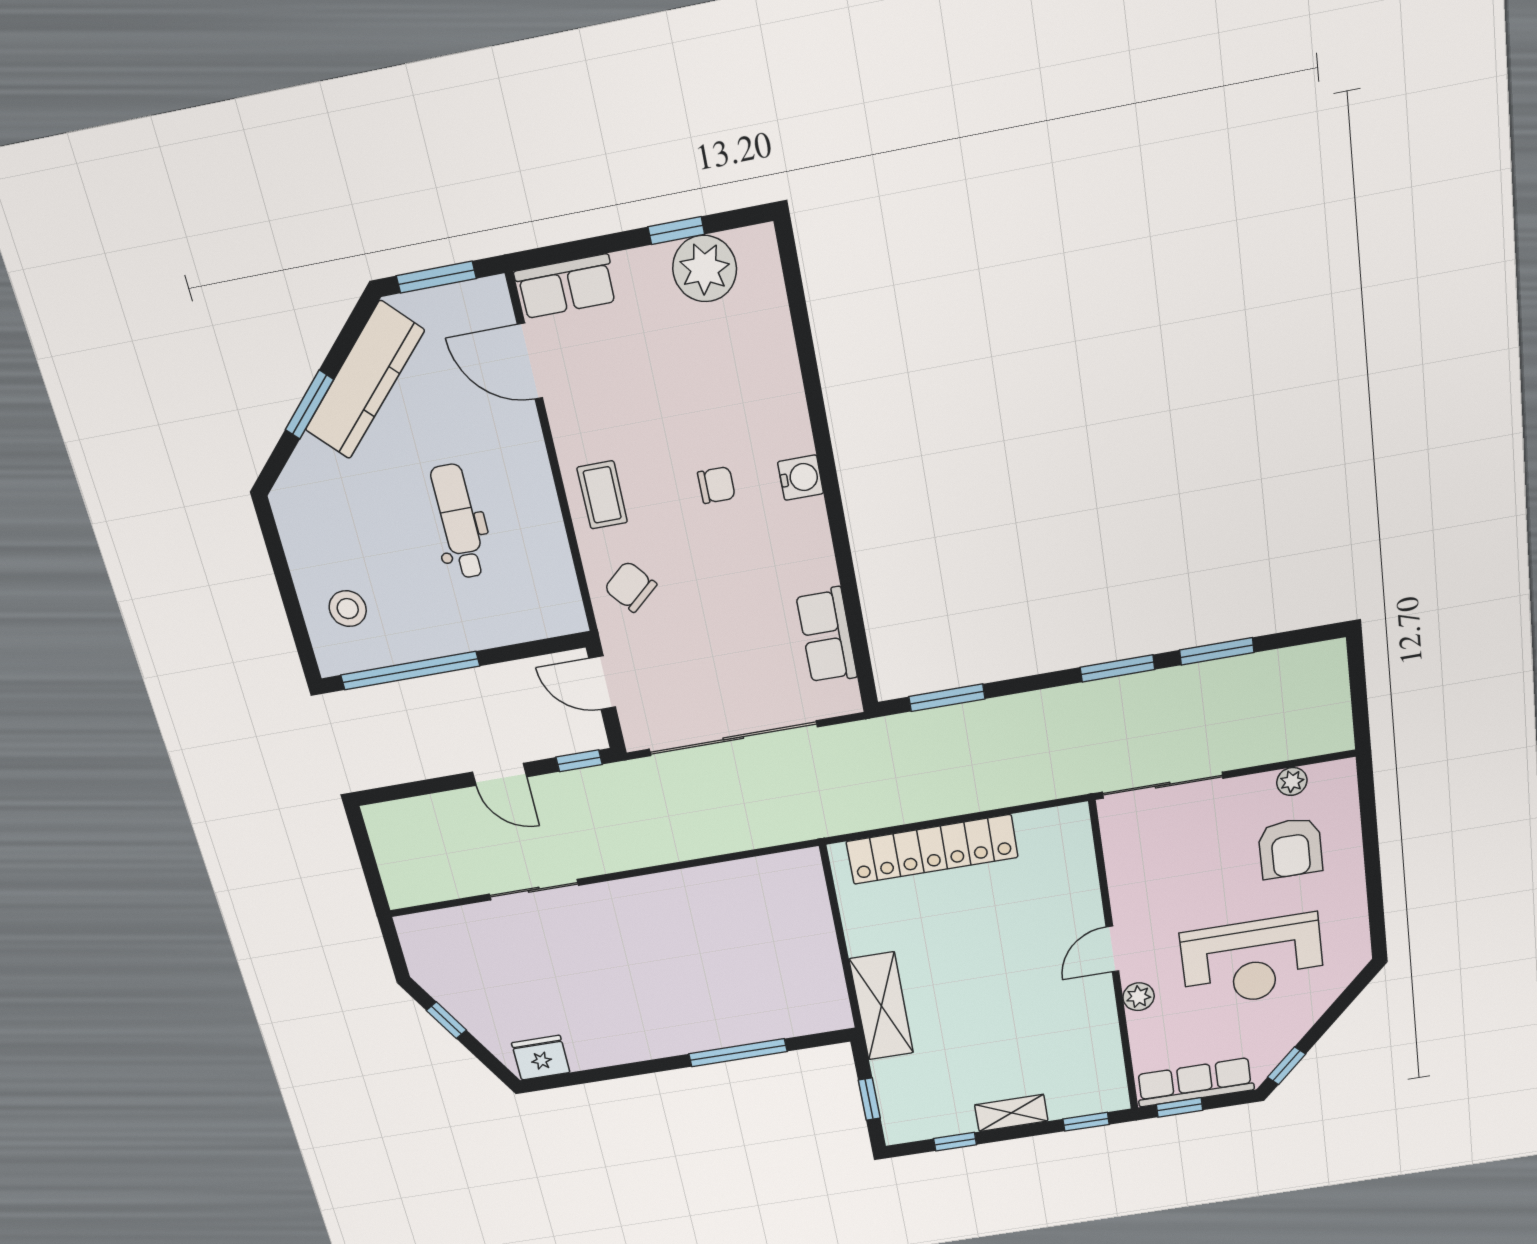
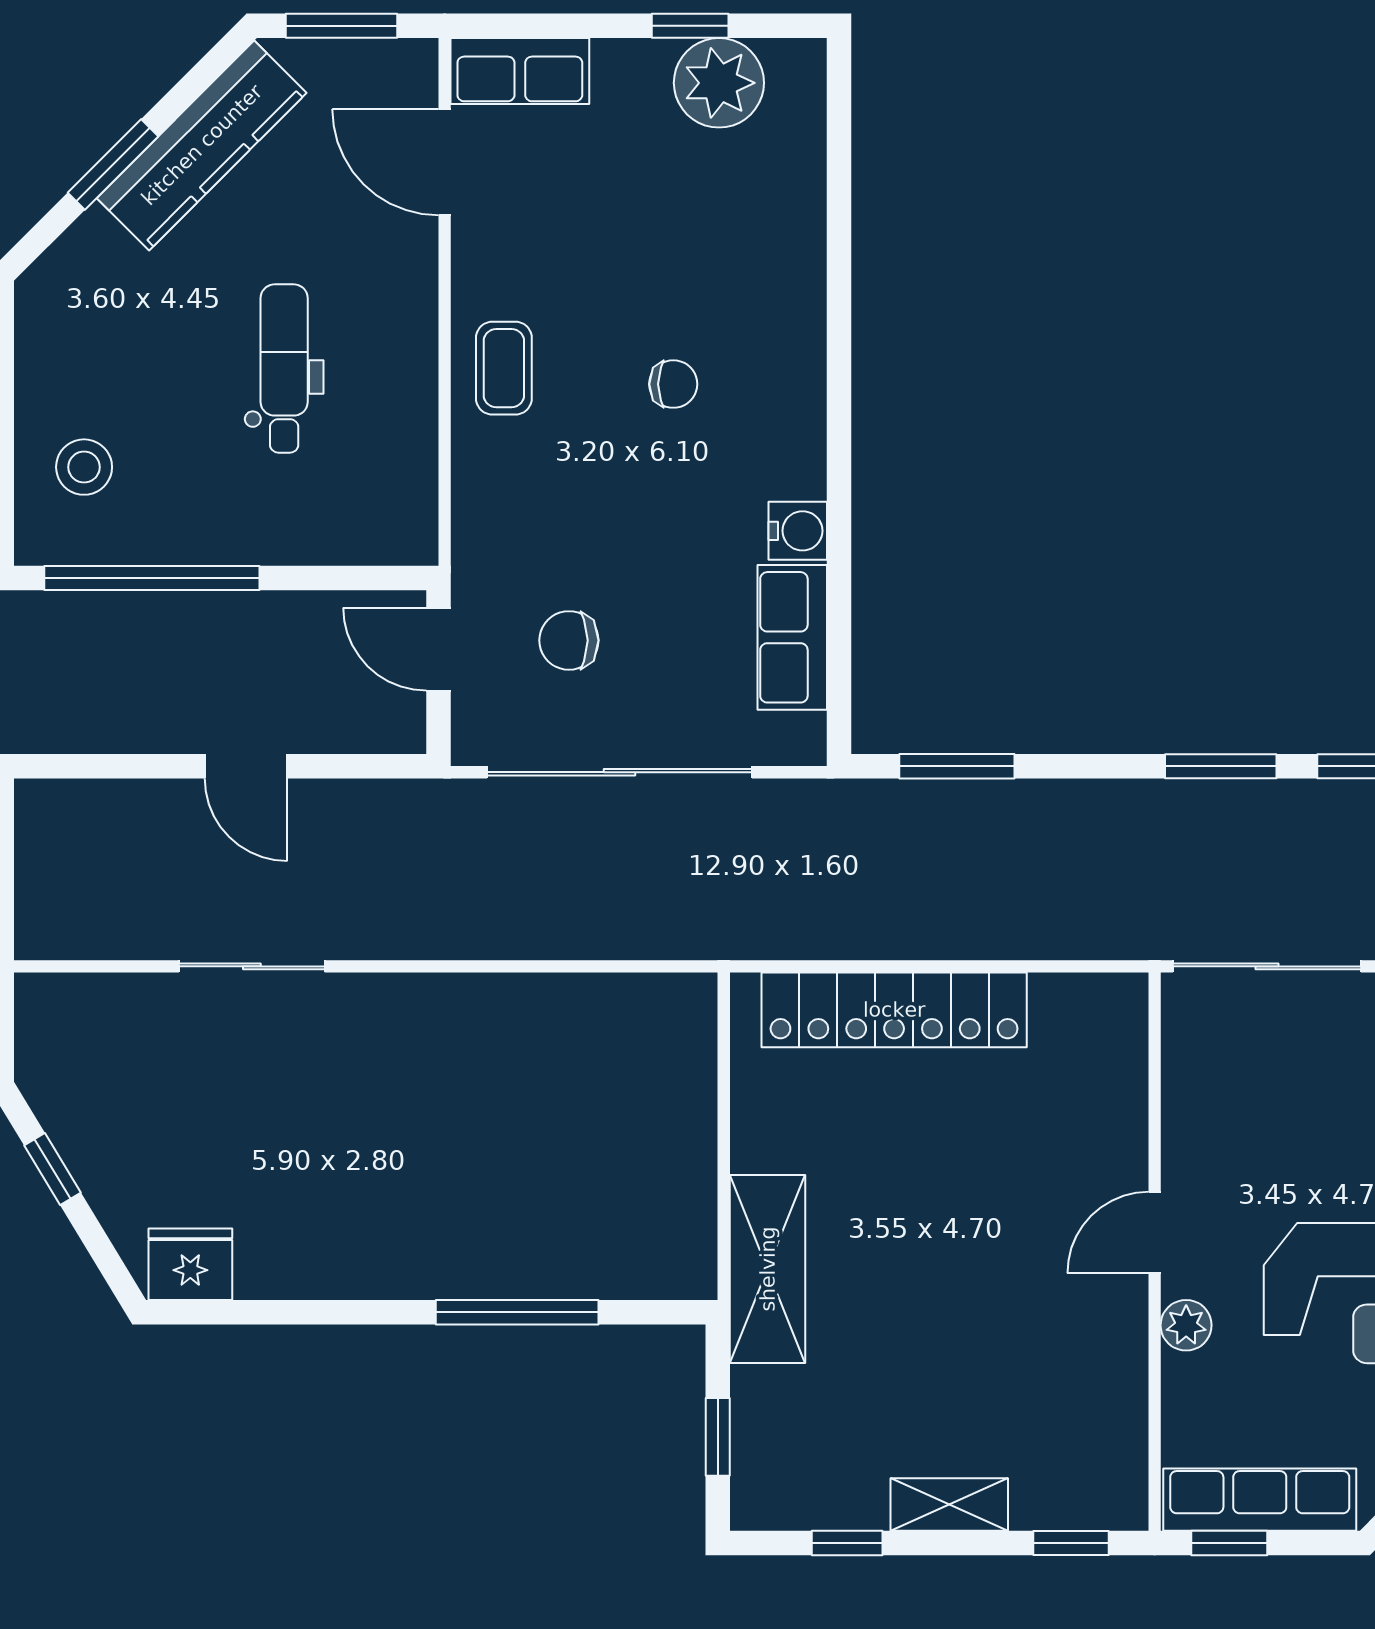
water cooler: (801, 478) -> (798, 531), moved
chair: (630, 587) -> (569, 640), moved, turned -50
window: (579, 761) -> (374, 766), removed

